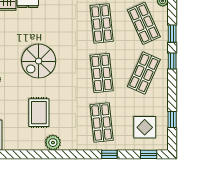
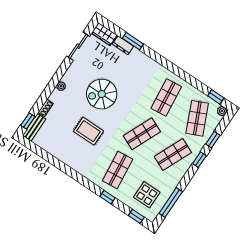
shop shelf: (102, 73) -> (142, 134), turned 30
rug: (39, 113) -> (89, 131), moved, turned 90
window: (172, 119) -> (171, 202), width x2.17
plant: (53, 143) -> (72, 161), removed

